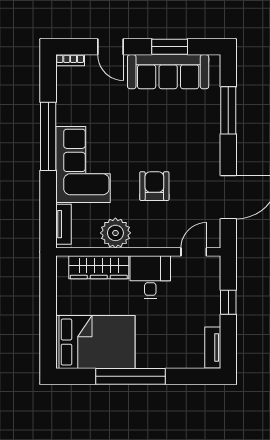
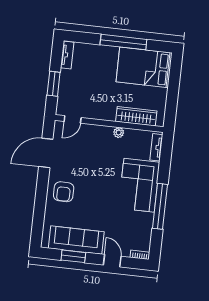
window: (228, 110) -> (39, 210), removed
armchair: (154, 186) -> (64, 192), moved
plant: (115, 233) -> (119, 133), width x0.53, depth x0.53
desk: (150, 277) -> (103, 106), removed
window: (228, 302) -> (54, 84), width x1.50

